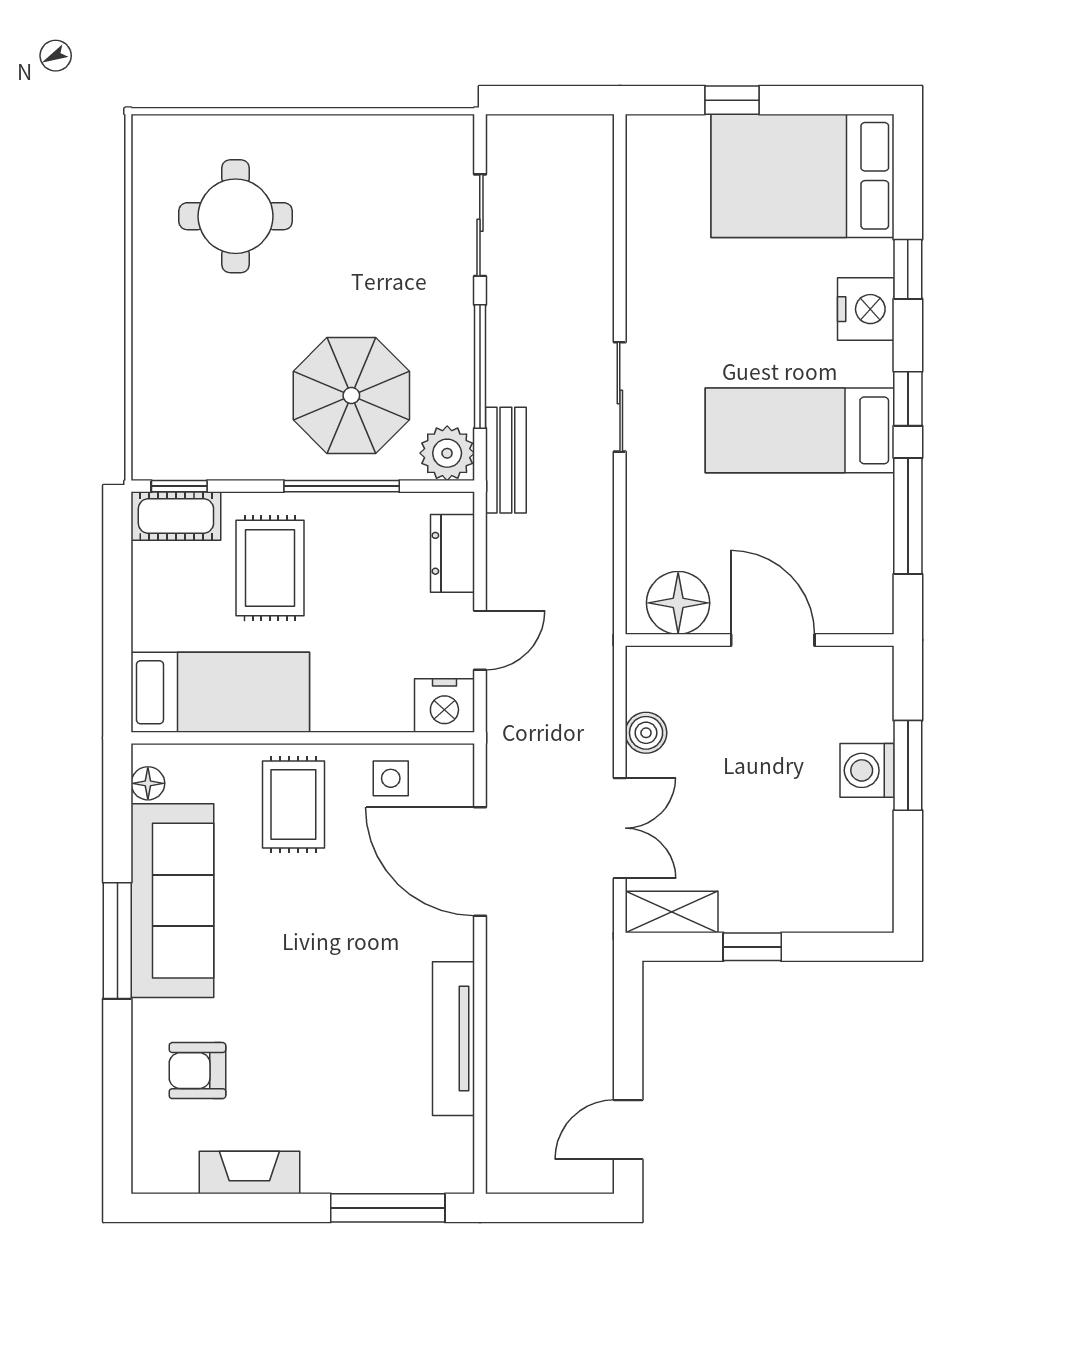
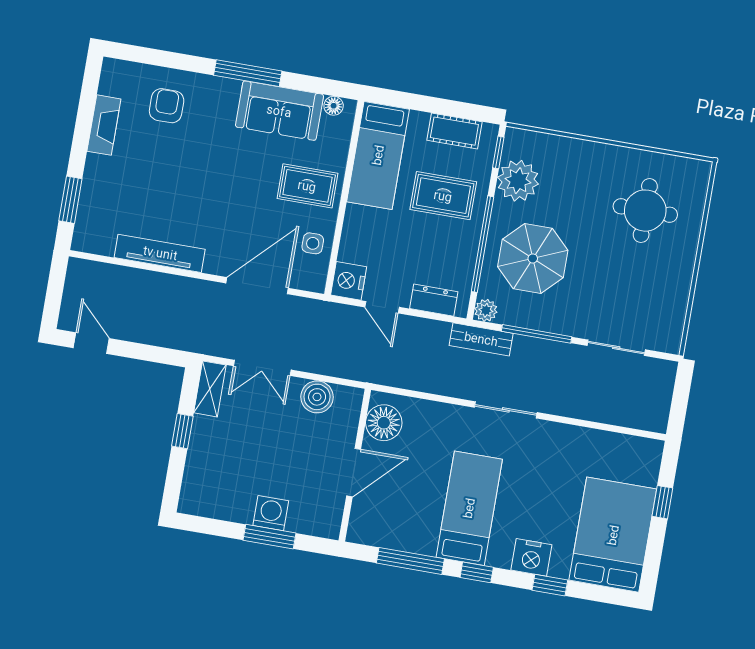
plant: (222, 444) -> (518, 181), added
plant: (447, 453) -> (486, 310), width x0.73, depth x0.73
window: (342, 486) -> (482, 244), width x1.46
cot: (176, 516) -> (454, 131), moved, turned 90
boiler: (646, 733) -> (317, 397), width x1.36, depth x1.36
sofa: (172, 901) -> (279, 111), width x0.73
window: (388, 1208) -> (70, 200), width x0.69

